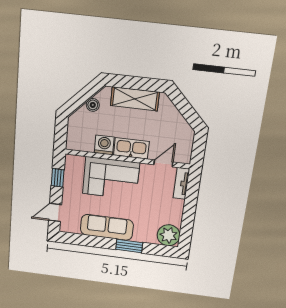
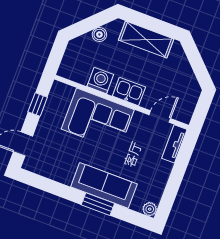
kitchen sink: (131, 148) -> (129, 92), width x0.73
sofa: (107, 227) -> (104, 185), moved
plant: (169, 235) -> (150, 209), width x0.53, depth x0.53

